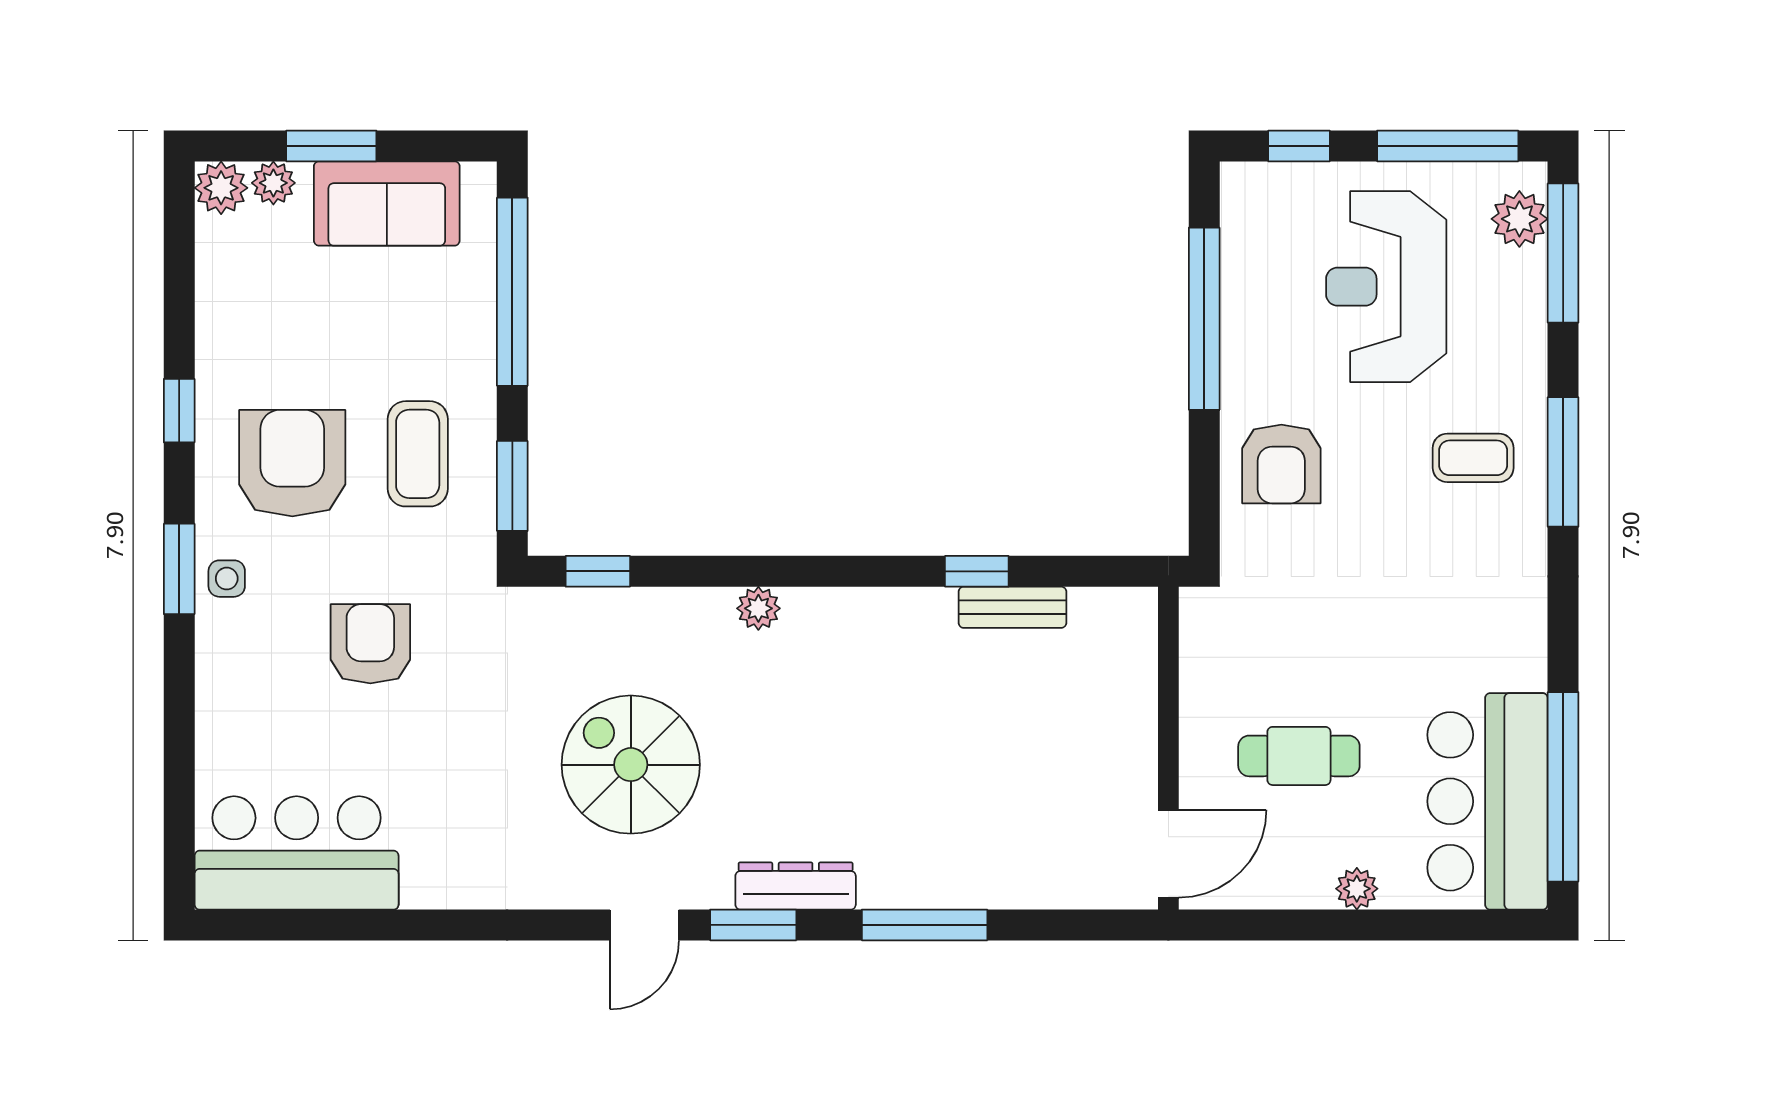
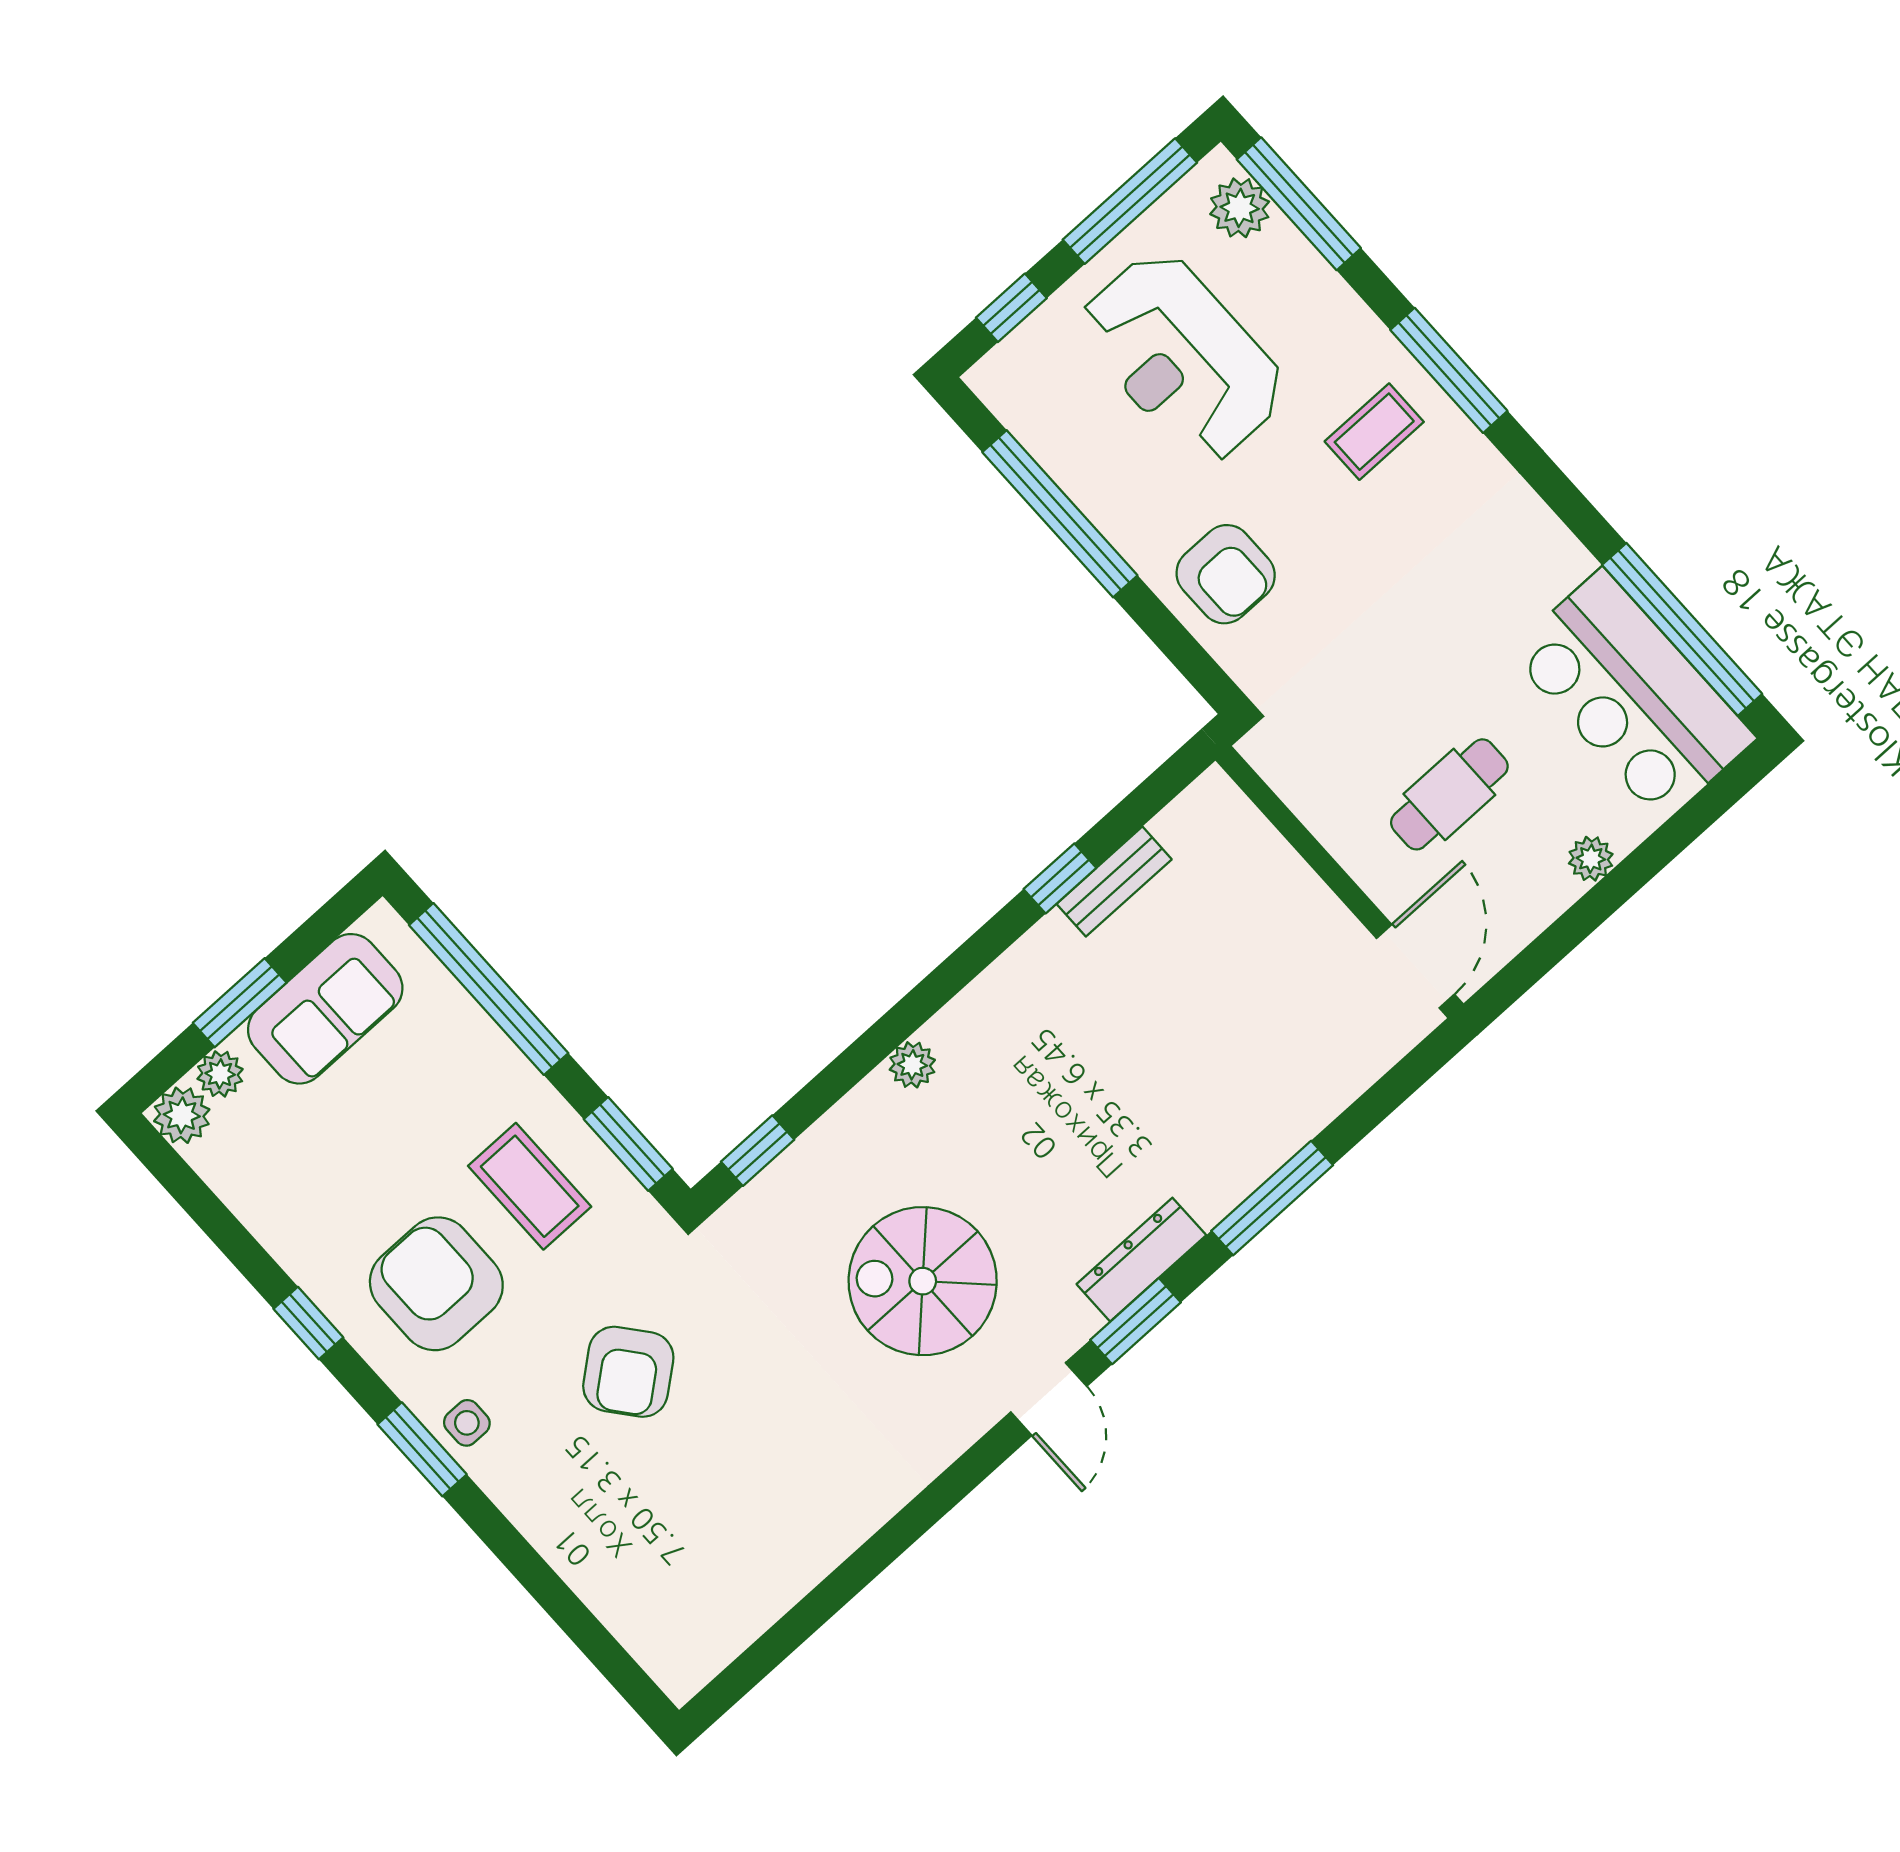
armchair: (370, 644) -> (628, 1372), turned -129
bar counter: (297, 853) -> (720, 1592), removed

